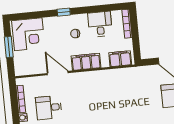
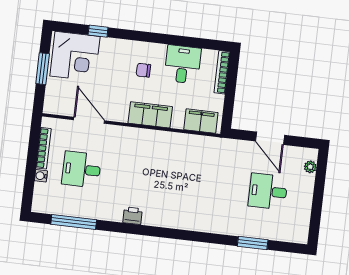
window: (64, 12) -> (98, 31), moved
door: (58, 73) -> (89, 120), moved

